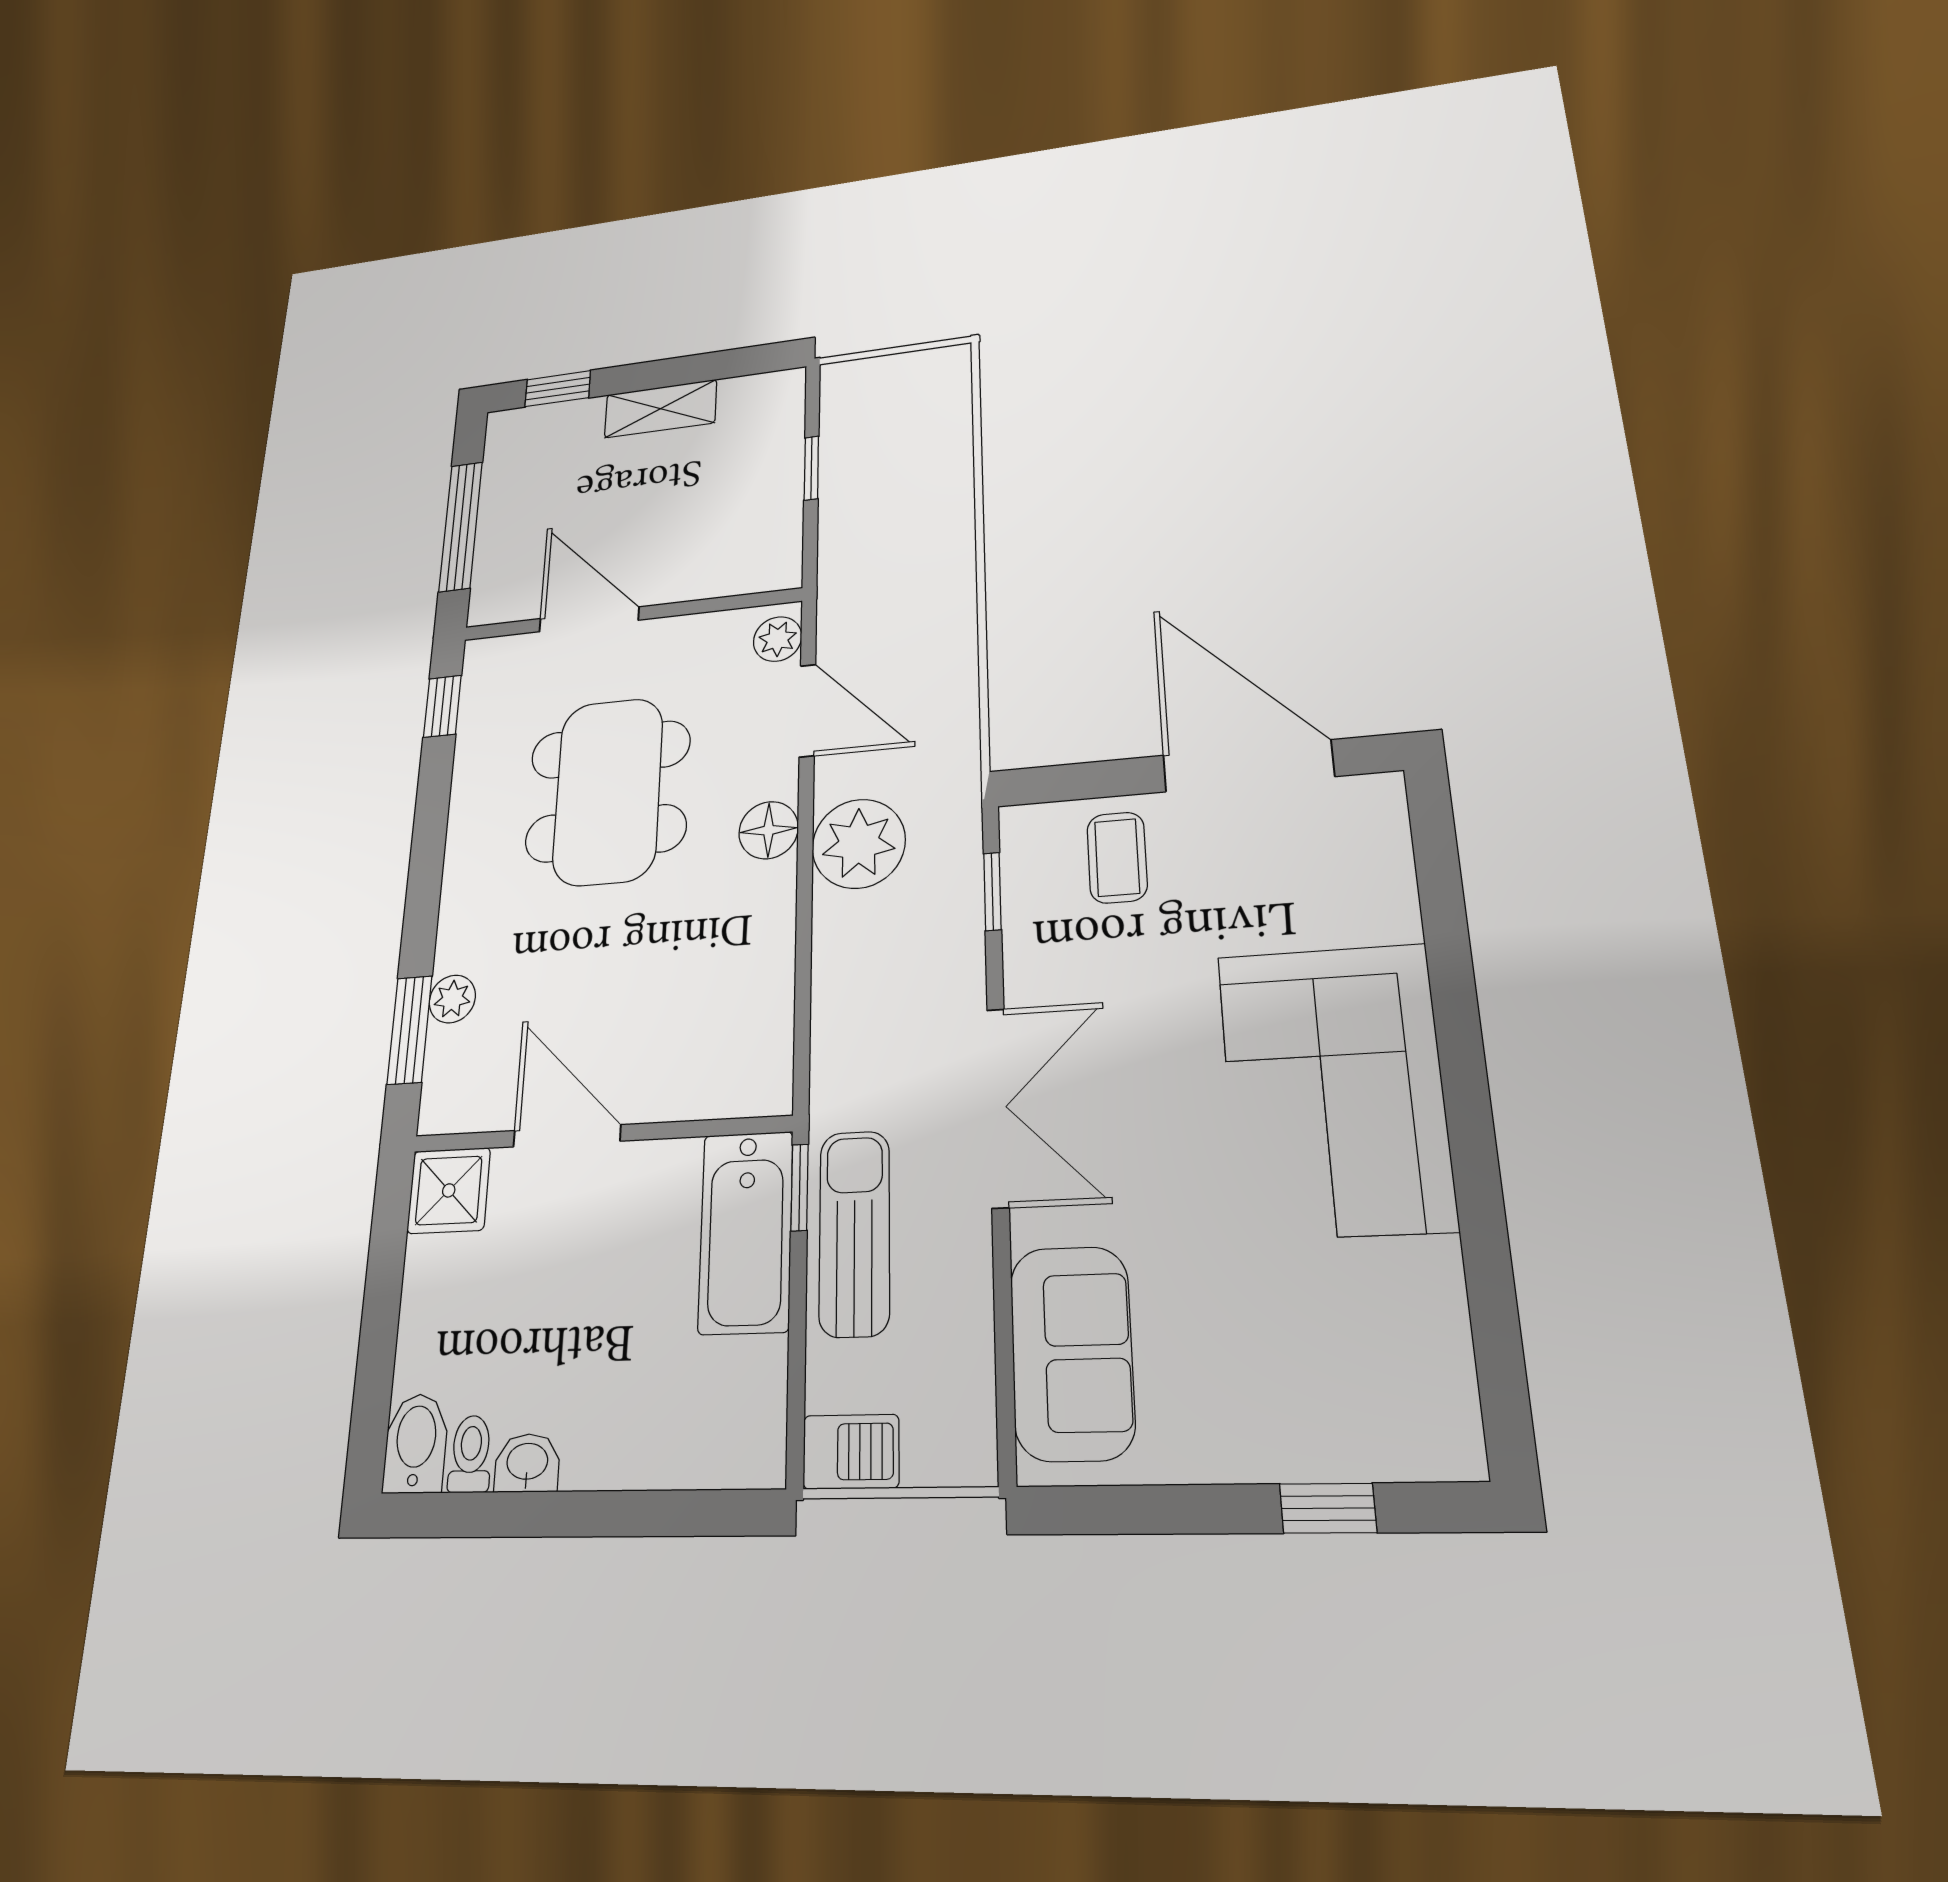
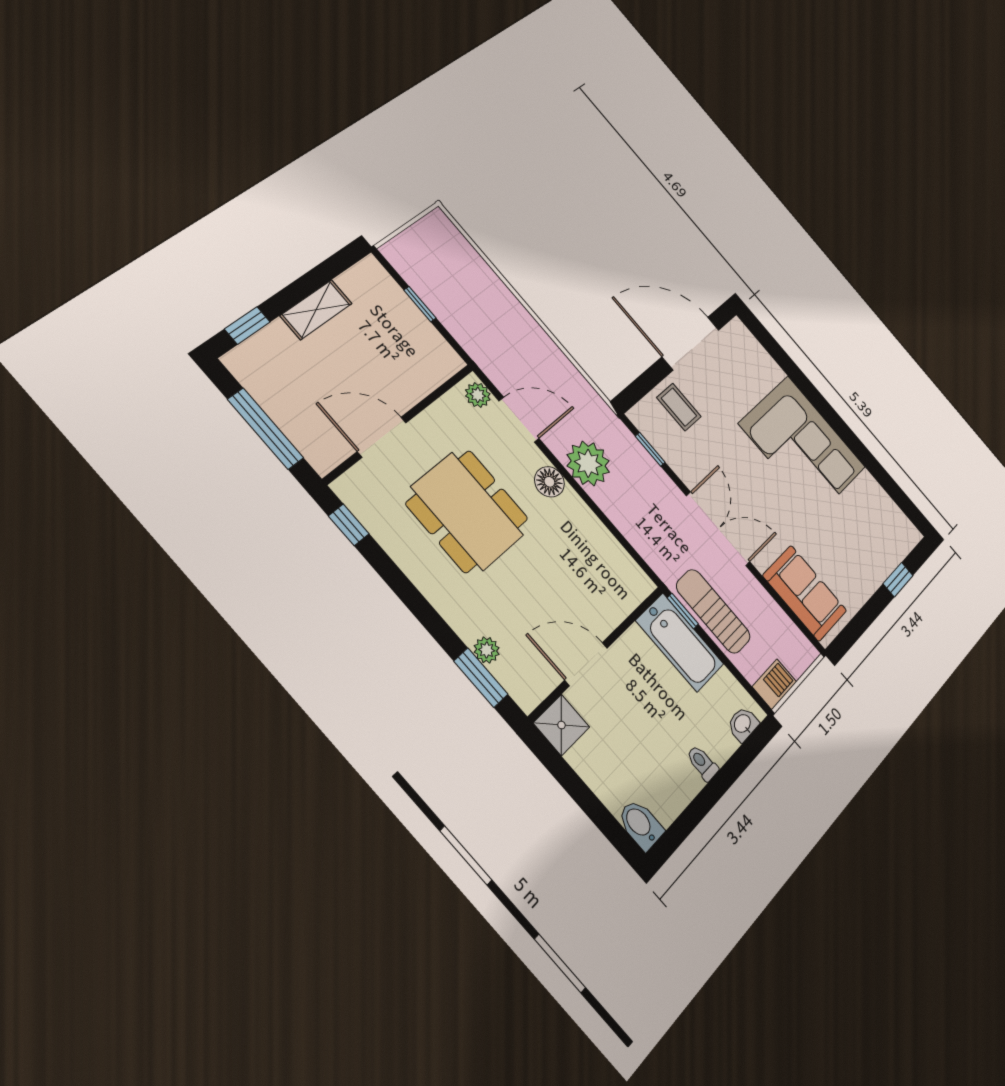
toilet: (471, 1454) -> (702, 763), moved
washbasin: (527, 1463) -> (743, 724), moved

